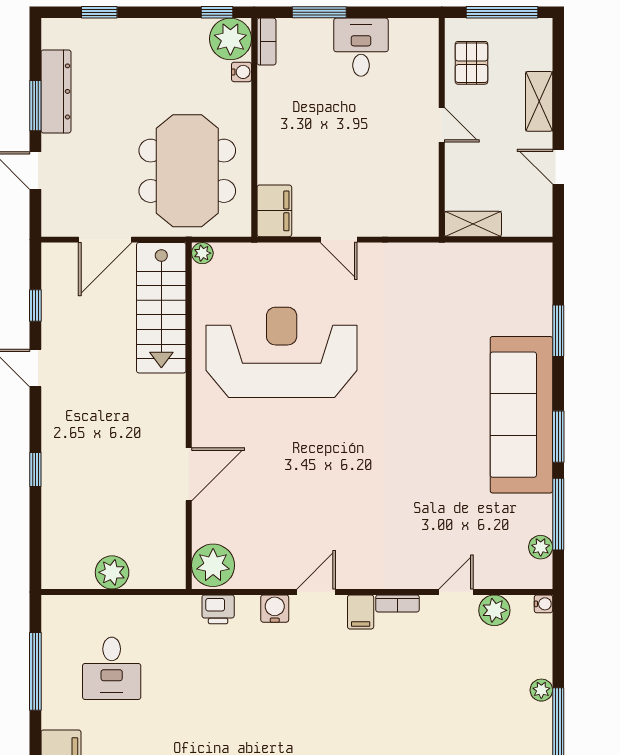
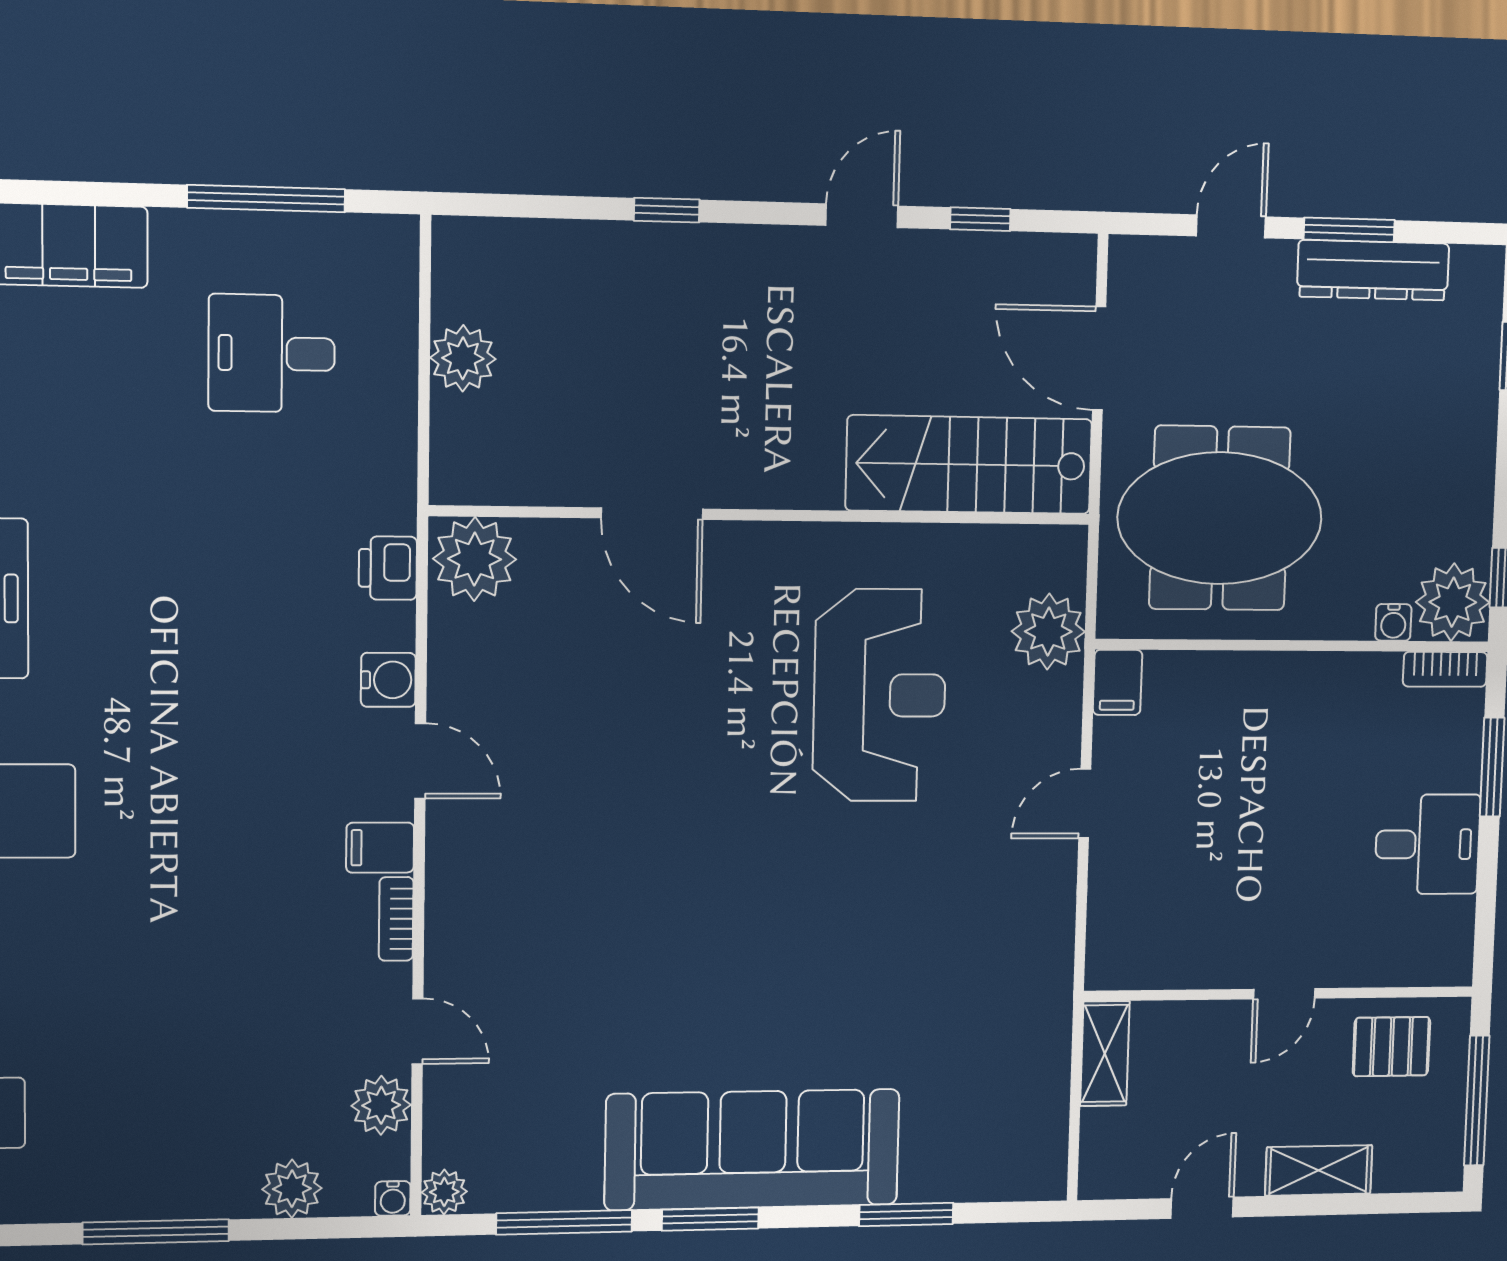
filing cabinet: (274, 211) -> (1118, 682), width x0.50
plant: (202, 253) -> (1048, 632), moved, width x1.87, depth x1.87
reception desk: (282, 352) -> (880, 695), width x0.74, depth x0.77
plant: (541, 547) -> (444, 1192), moved
plant: (541, 690) -> (292, 1189), moved, width x1.38, depth x1.38

